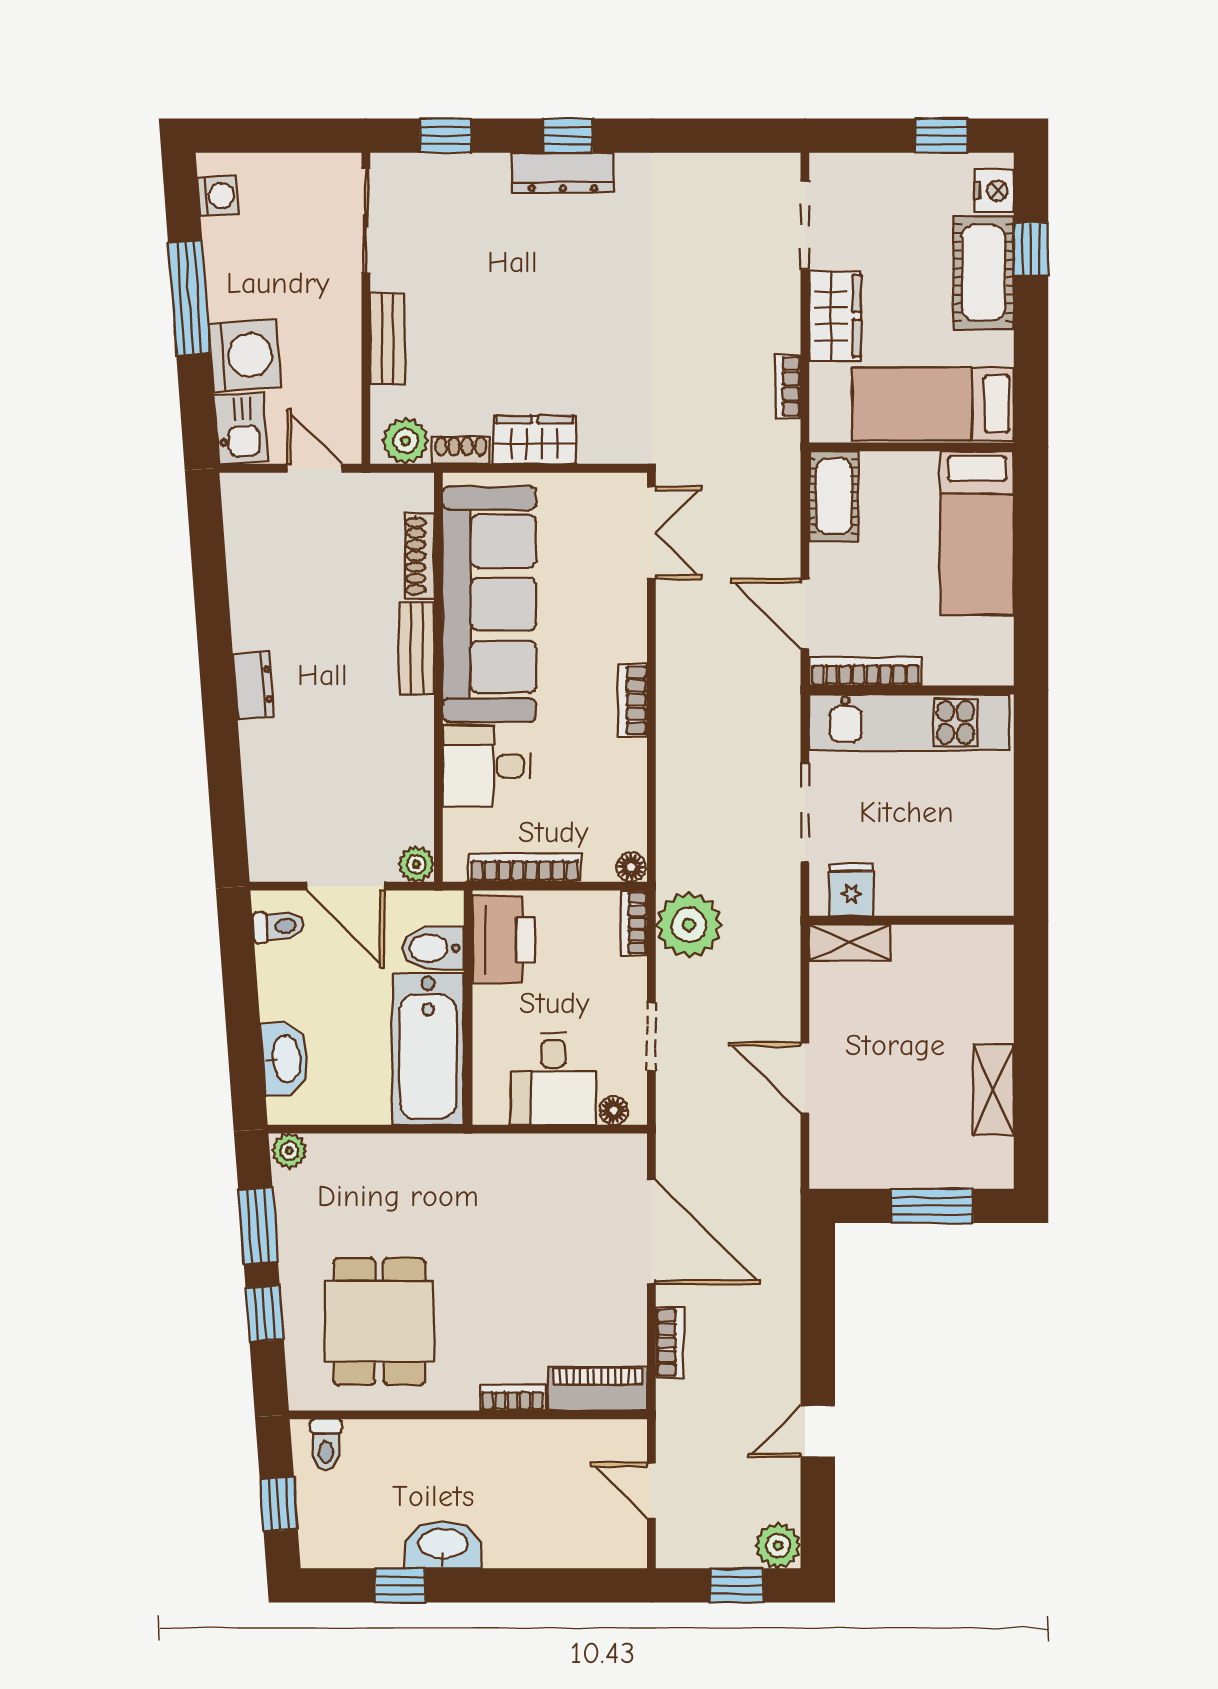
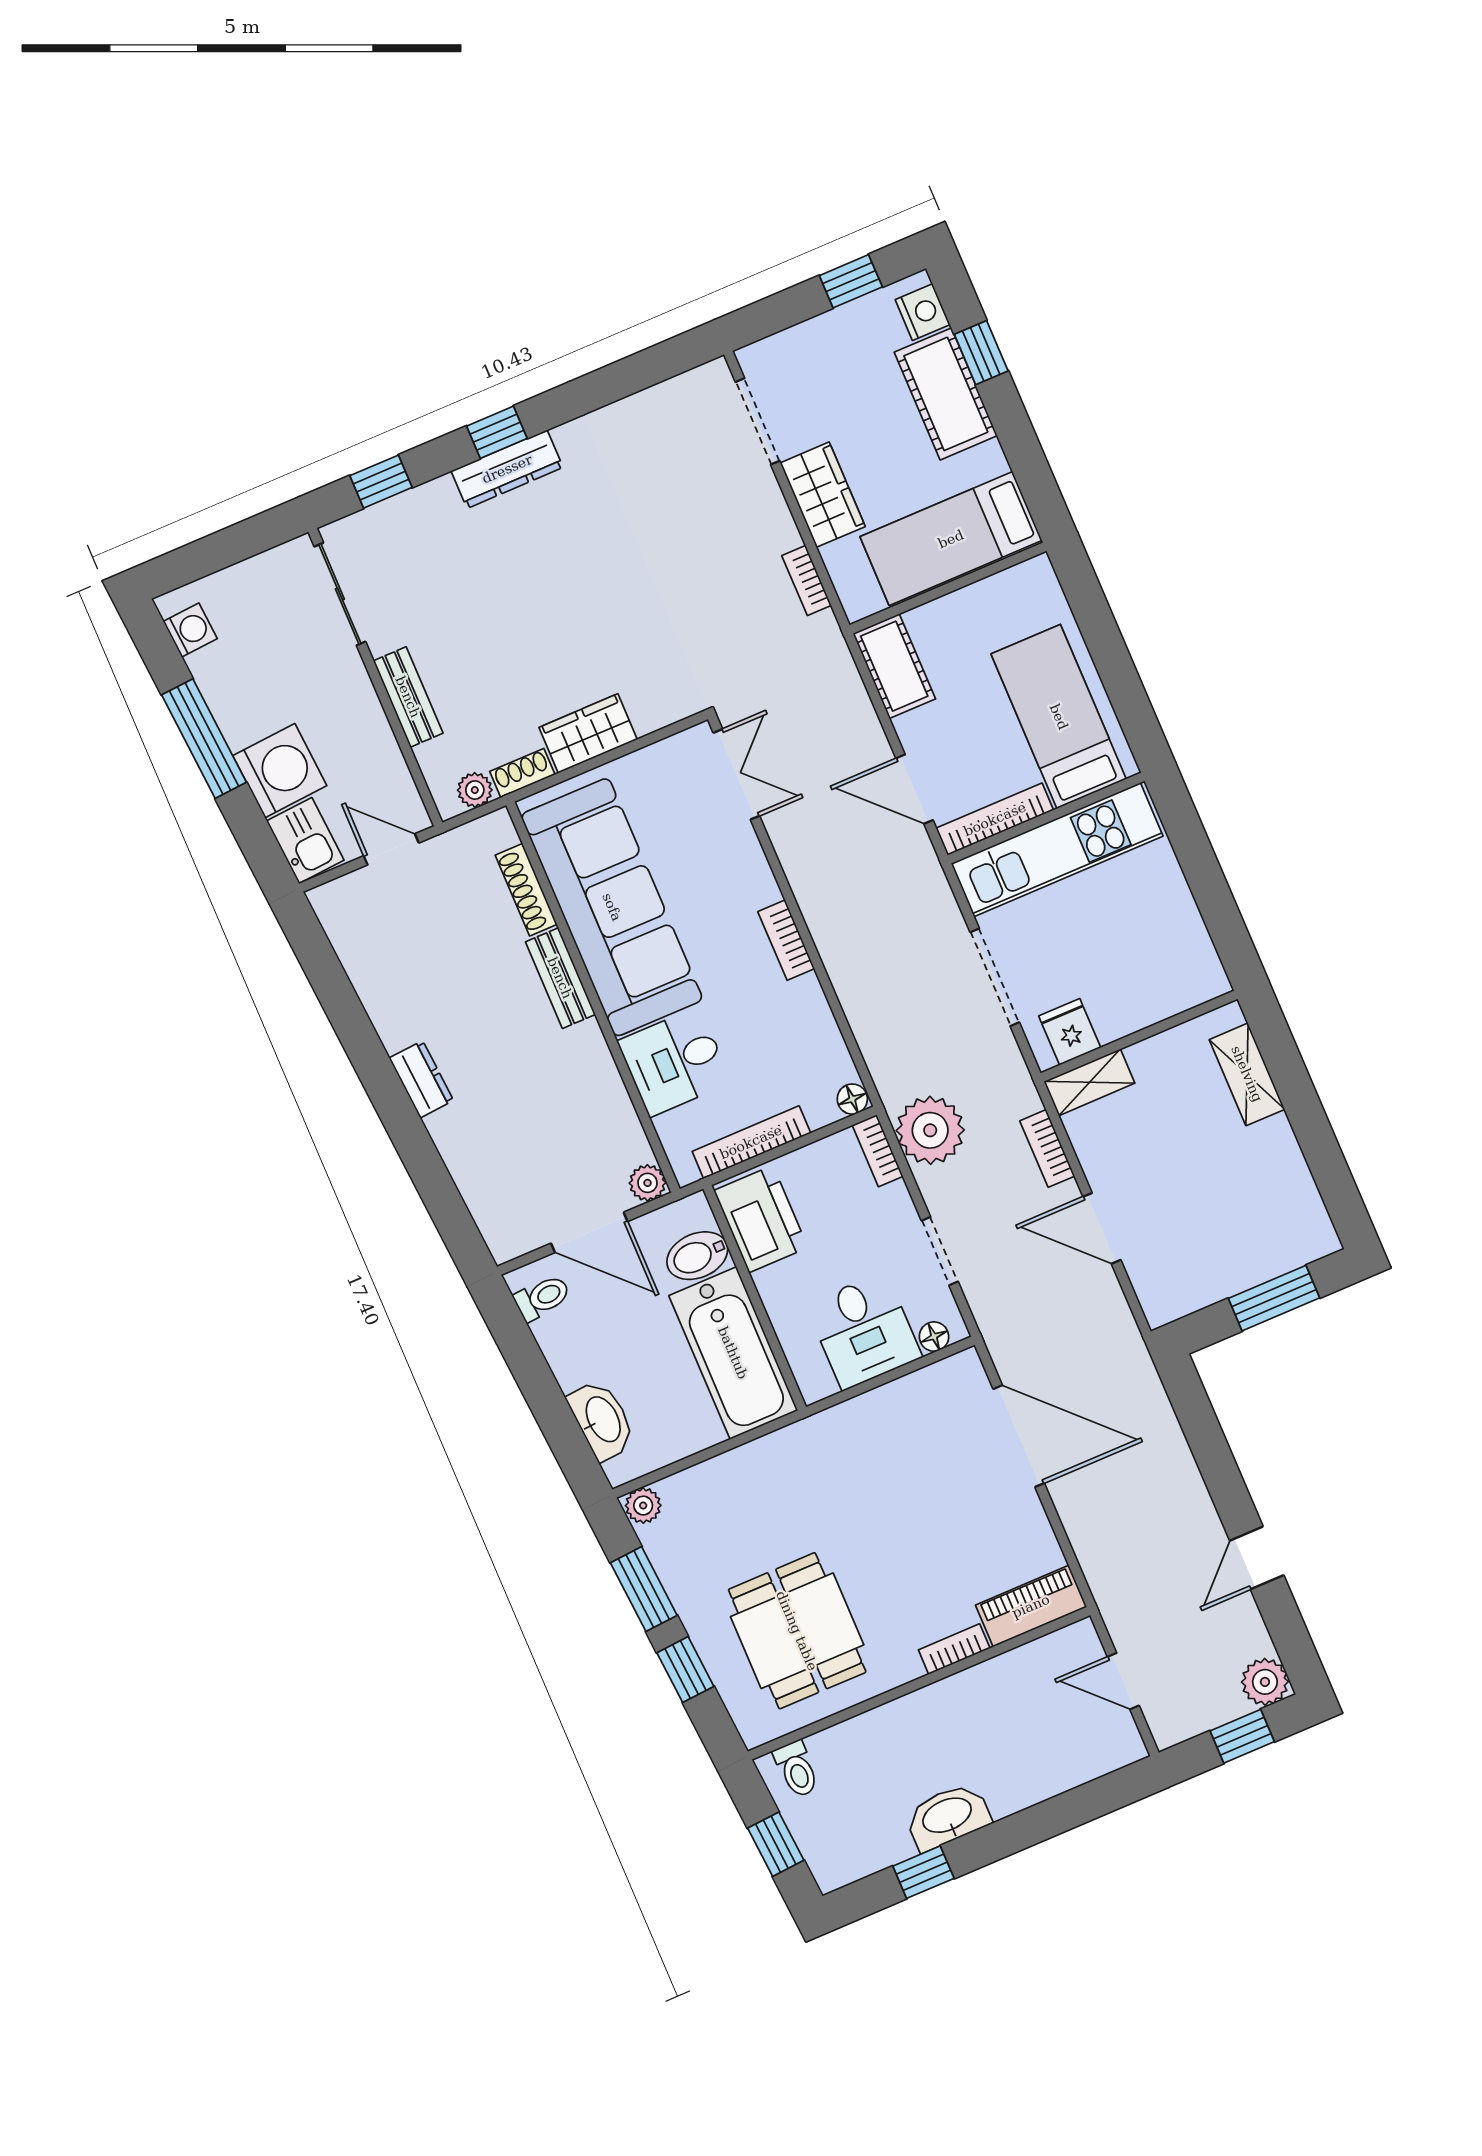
plant: (405, 441) -> (475, 790), width x0.73, depth x0.73
bed: (977, 533) -> (1059, 717), moved, turned 180
shelving: (993, 1090) -> (1247, 1074), moved
bookcase: (670, 1343) -> (1047, 1148), moved, turned 180

